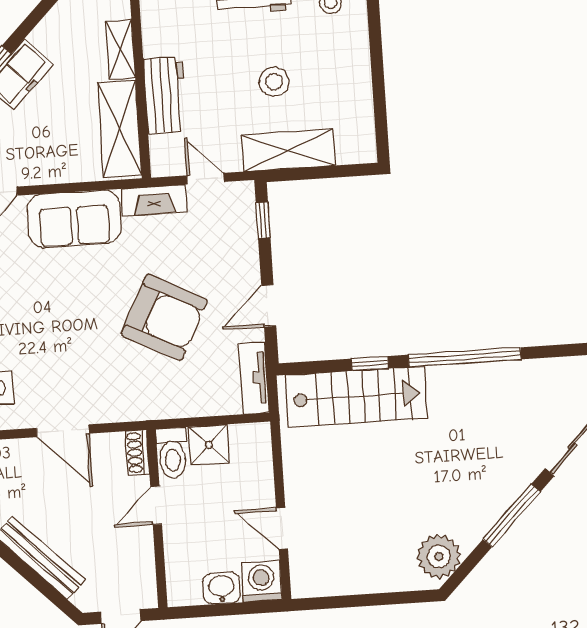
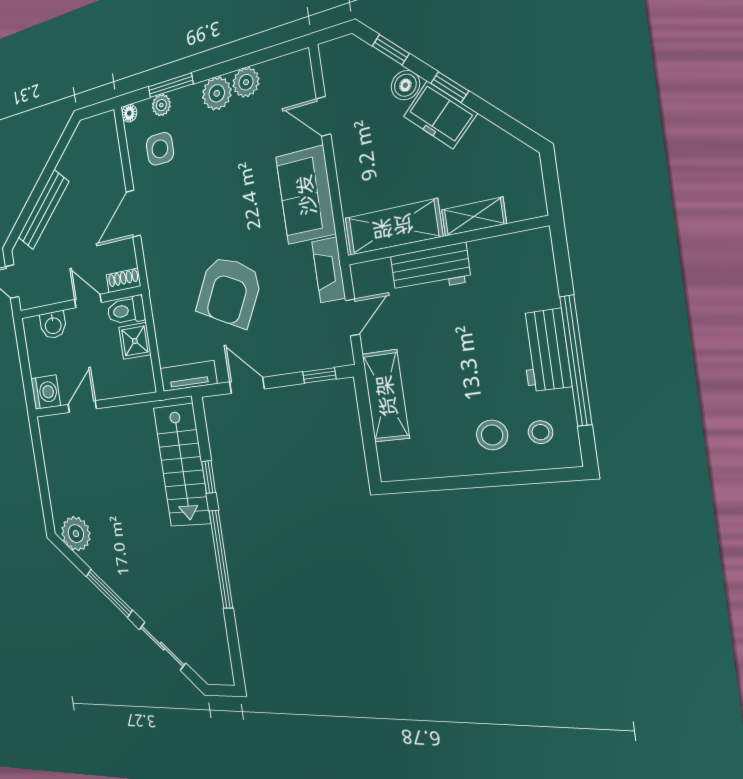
stool: (274, 82) -> (492, 435), moved
washbasin: (221, 588) -> (53, 325), moved, turned 90

